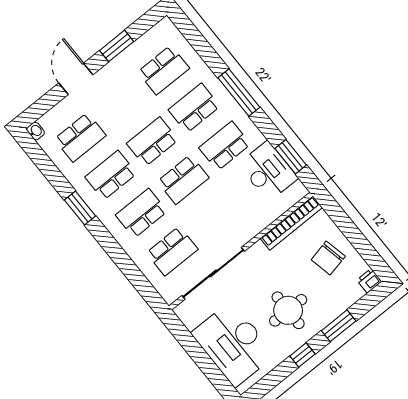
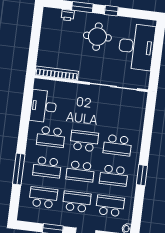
window: (239, 93) -> (19, 169), moved
window: (291, 157) -> (27, 102), removed
school desk: (172, 251) -> (77, 202), moved
chair: (328, 258) -> (56, 41), removed
printer: (369, 281) -> (68, 15), moved

